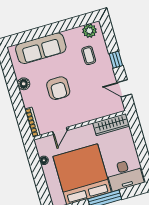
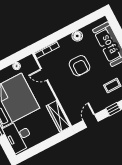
armchair: (58, 88) -> (79, 66), turned -90

